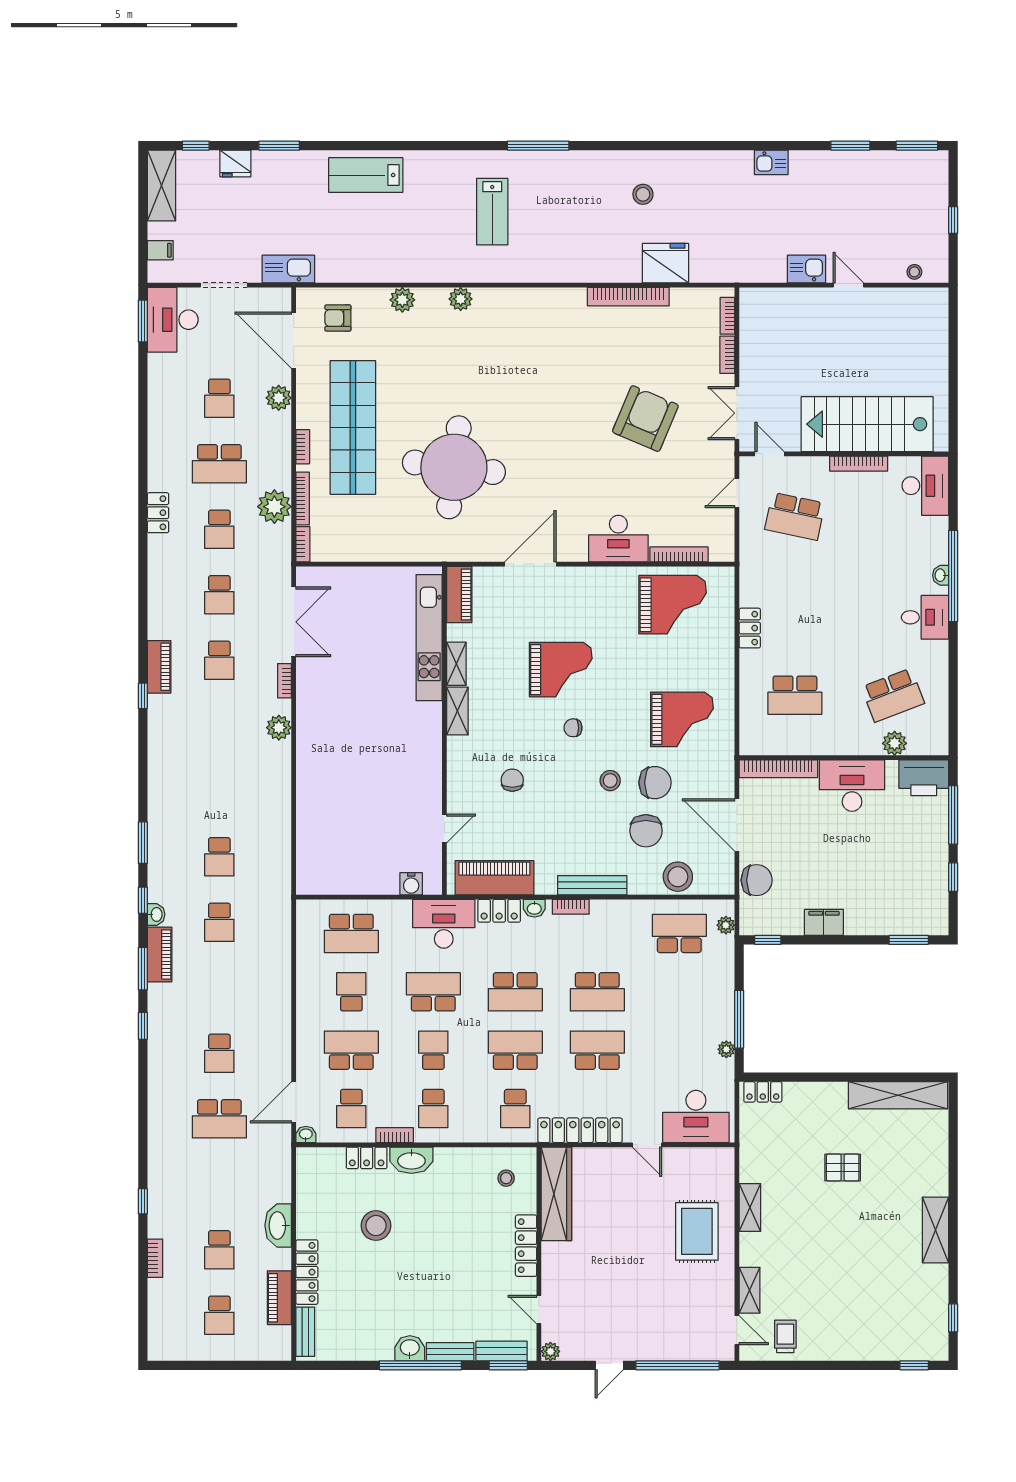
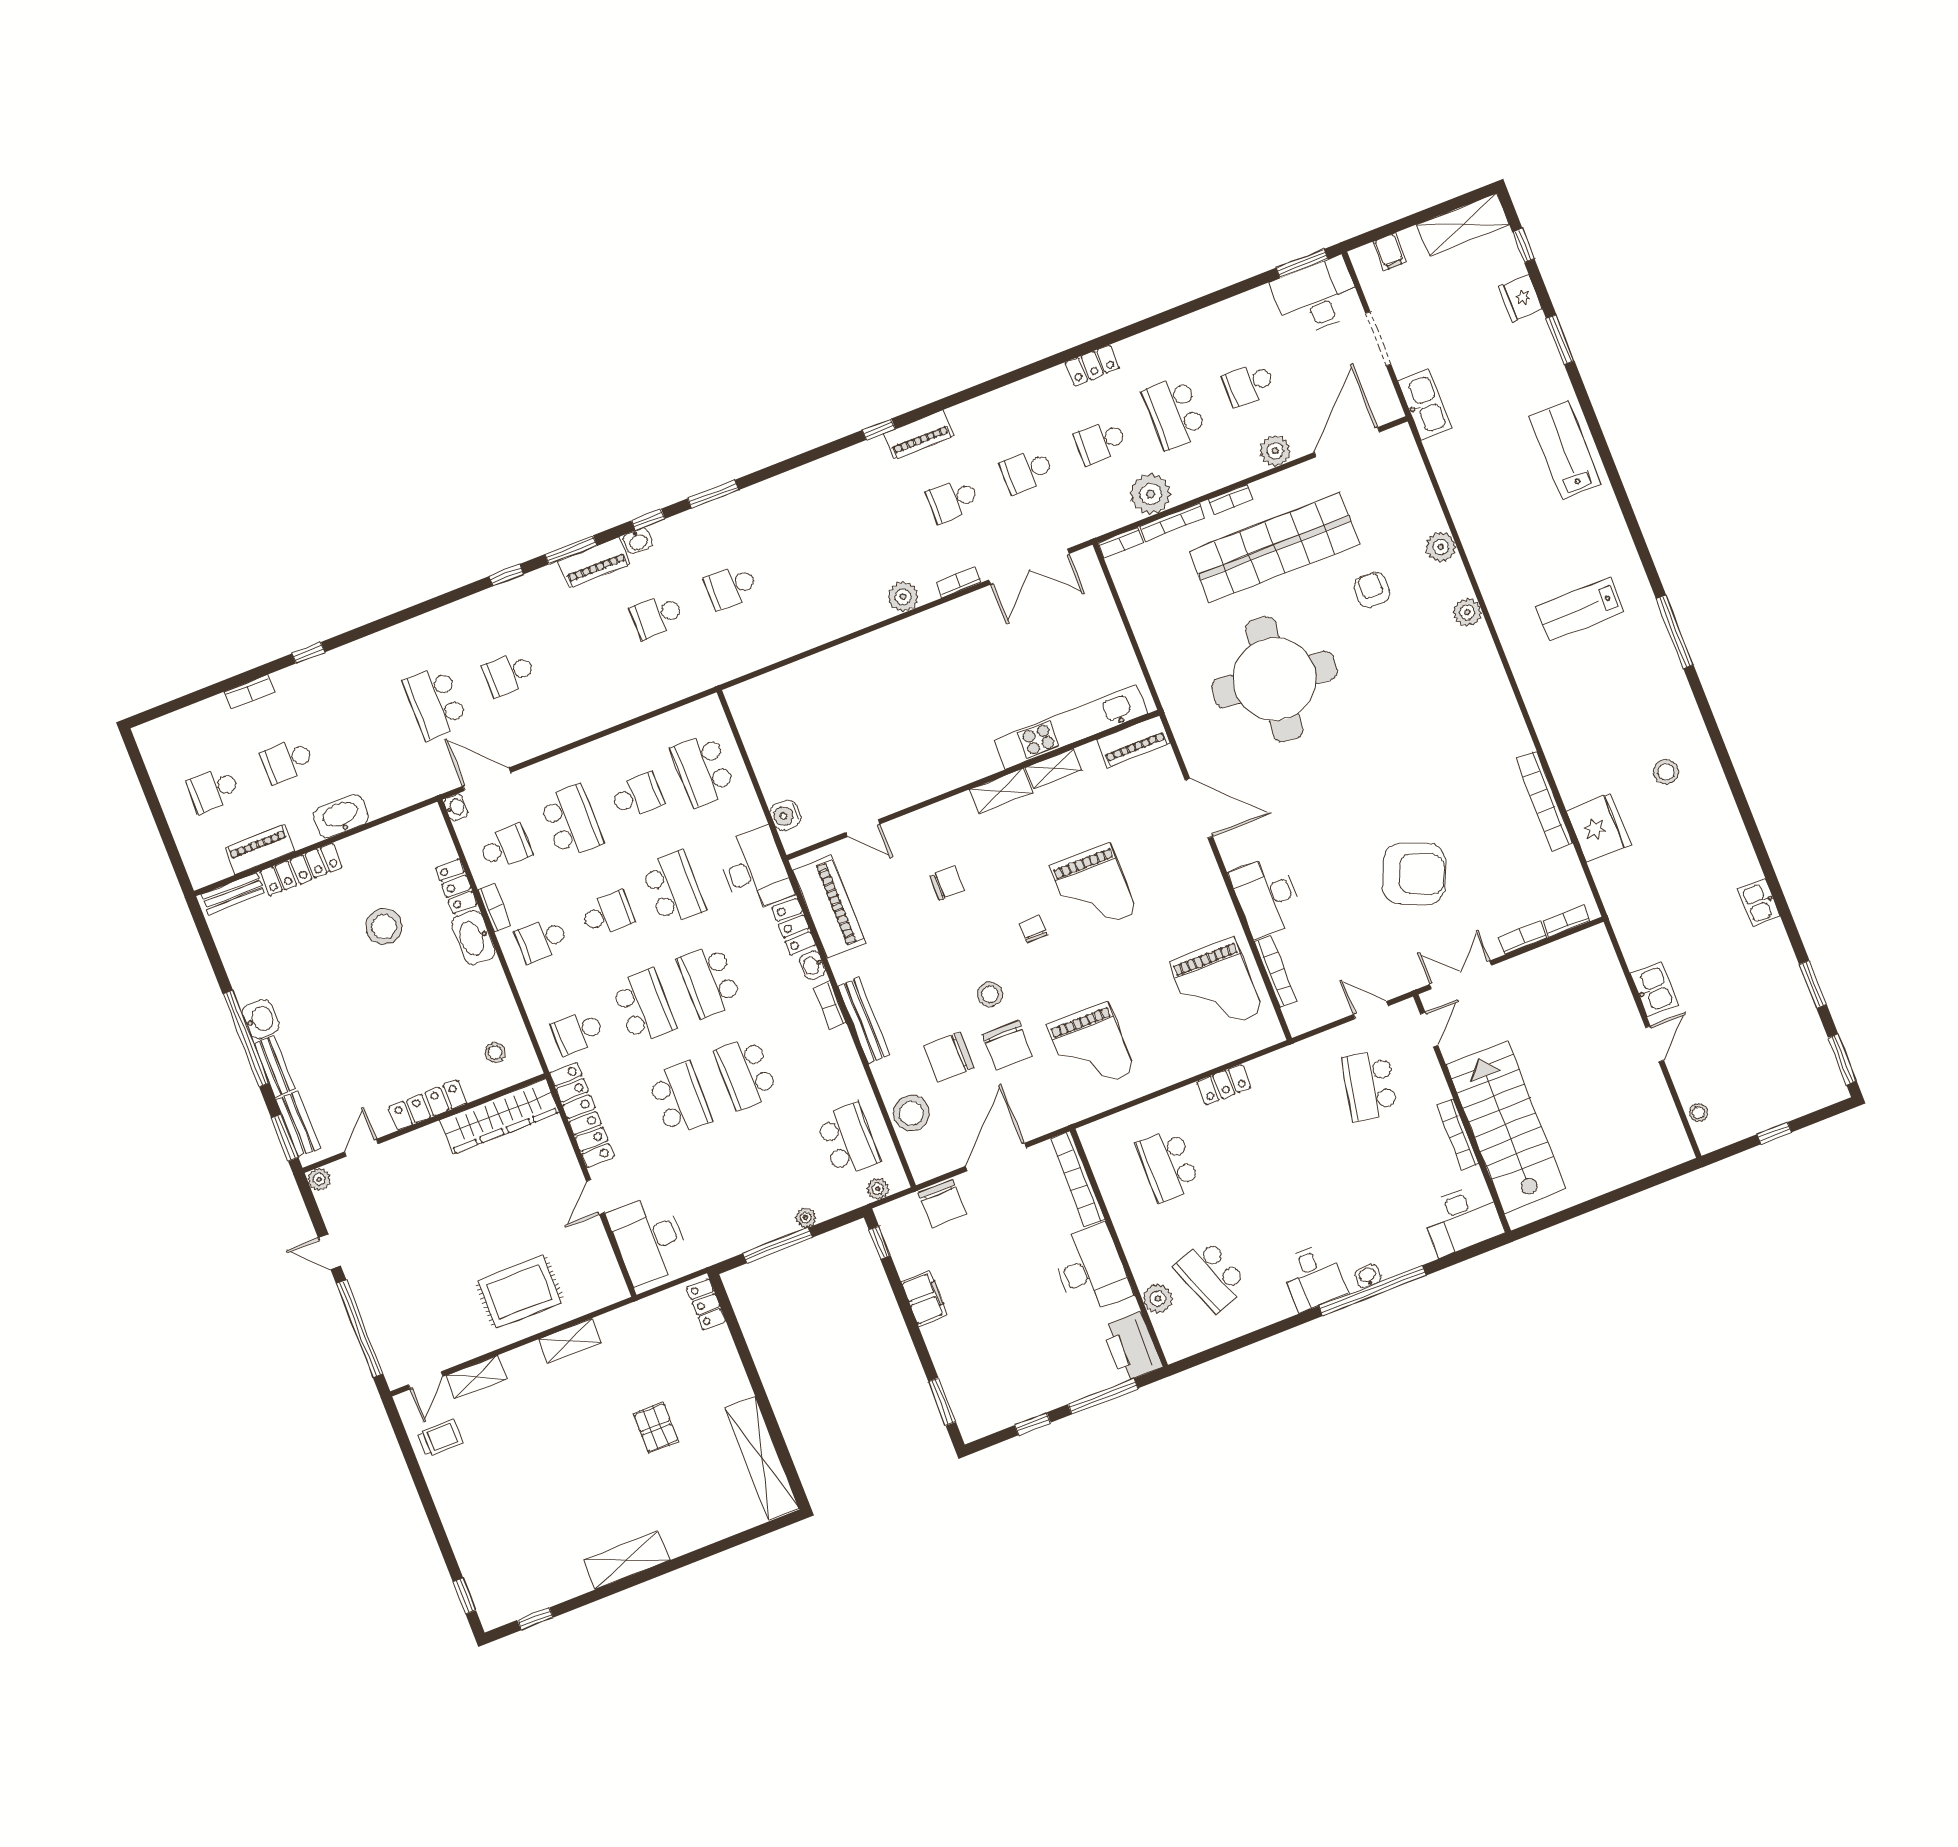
armchair: (338, 318) -> (1372, 589), moved
plant: (726, 1049) -> (806, 1218), moved
school desk: (351, 1109) -> (505, 847), turned 180

